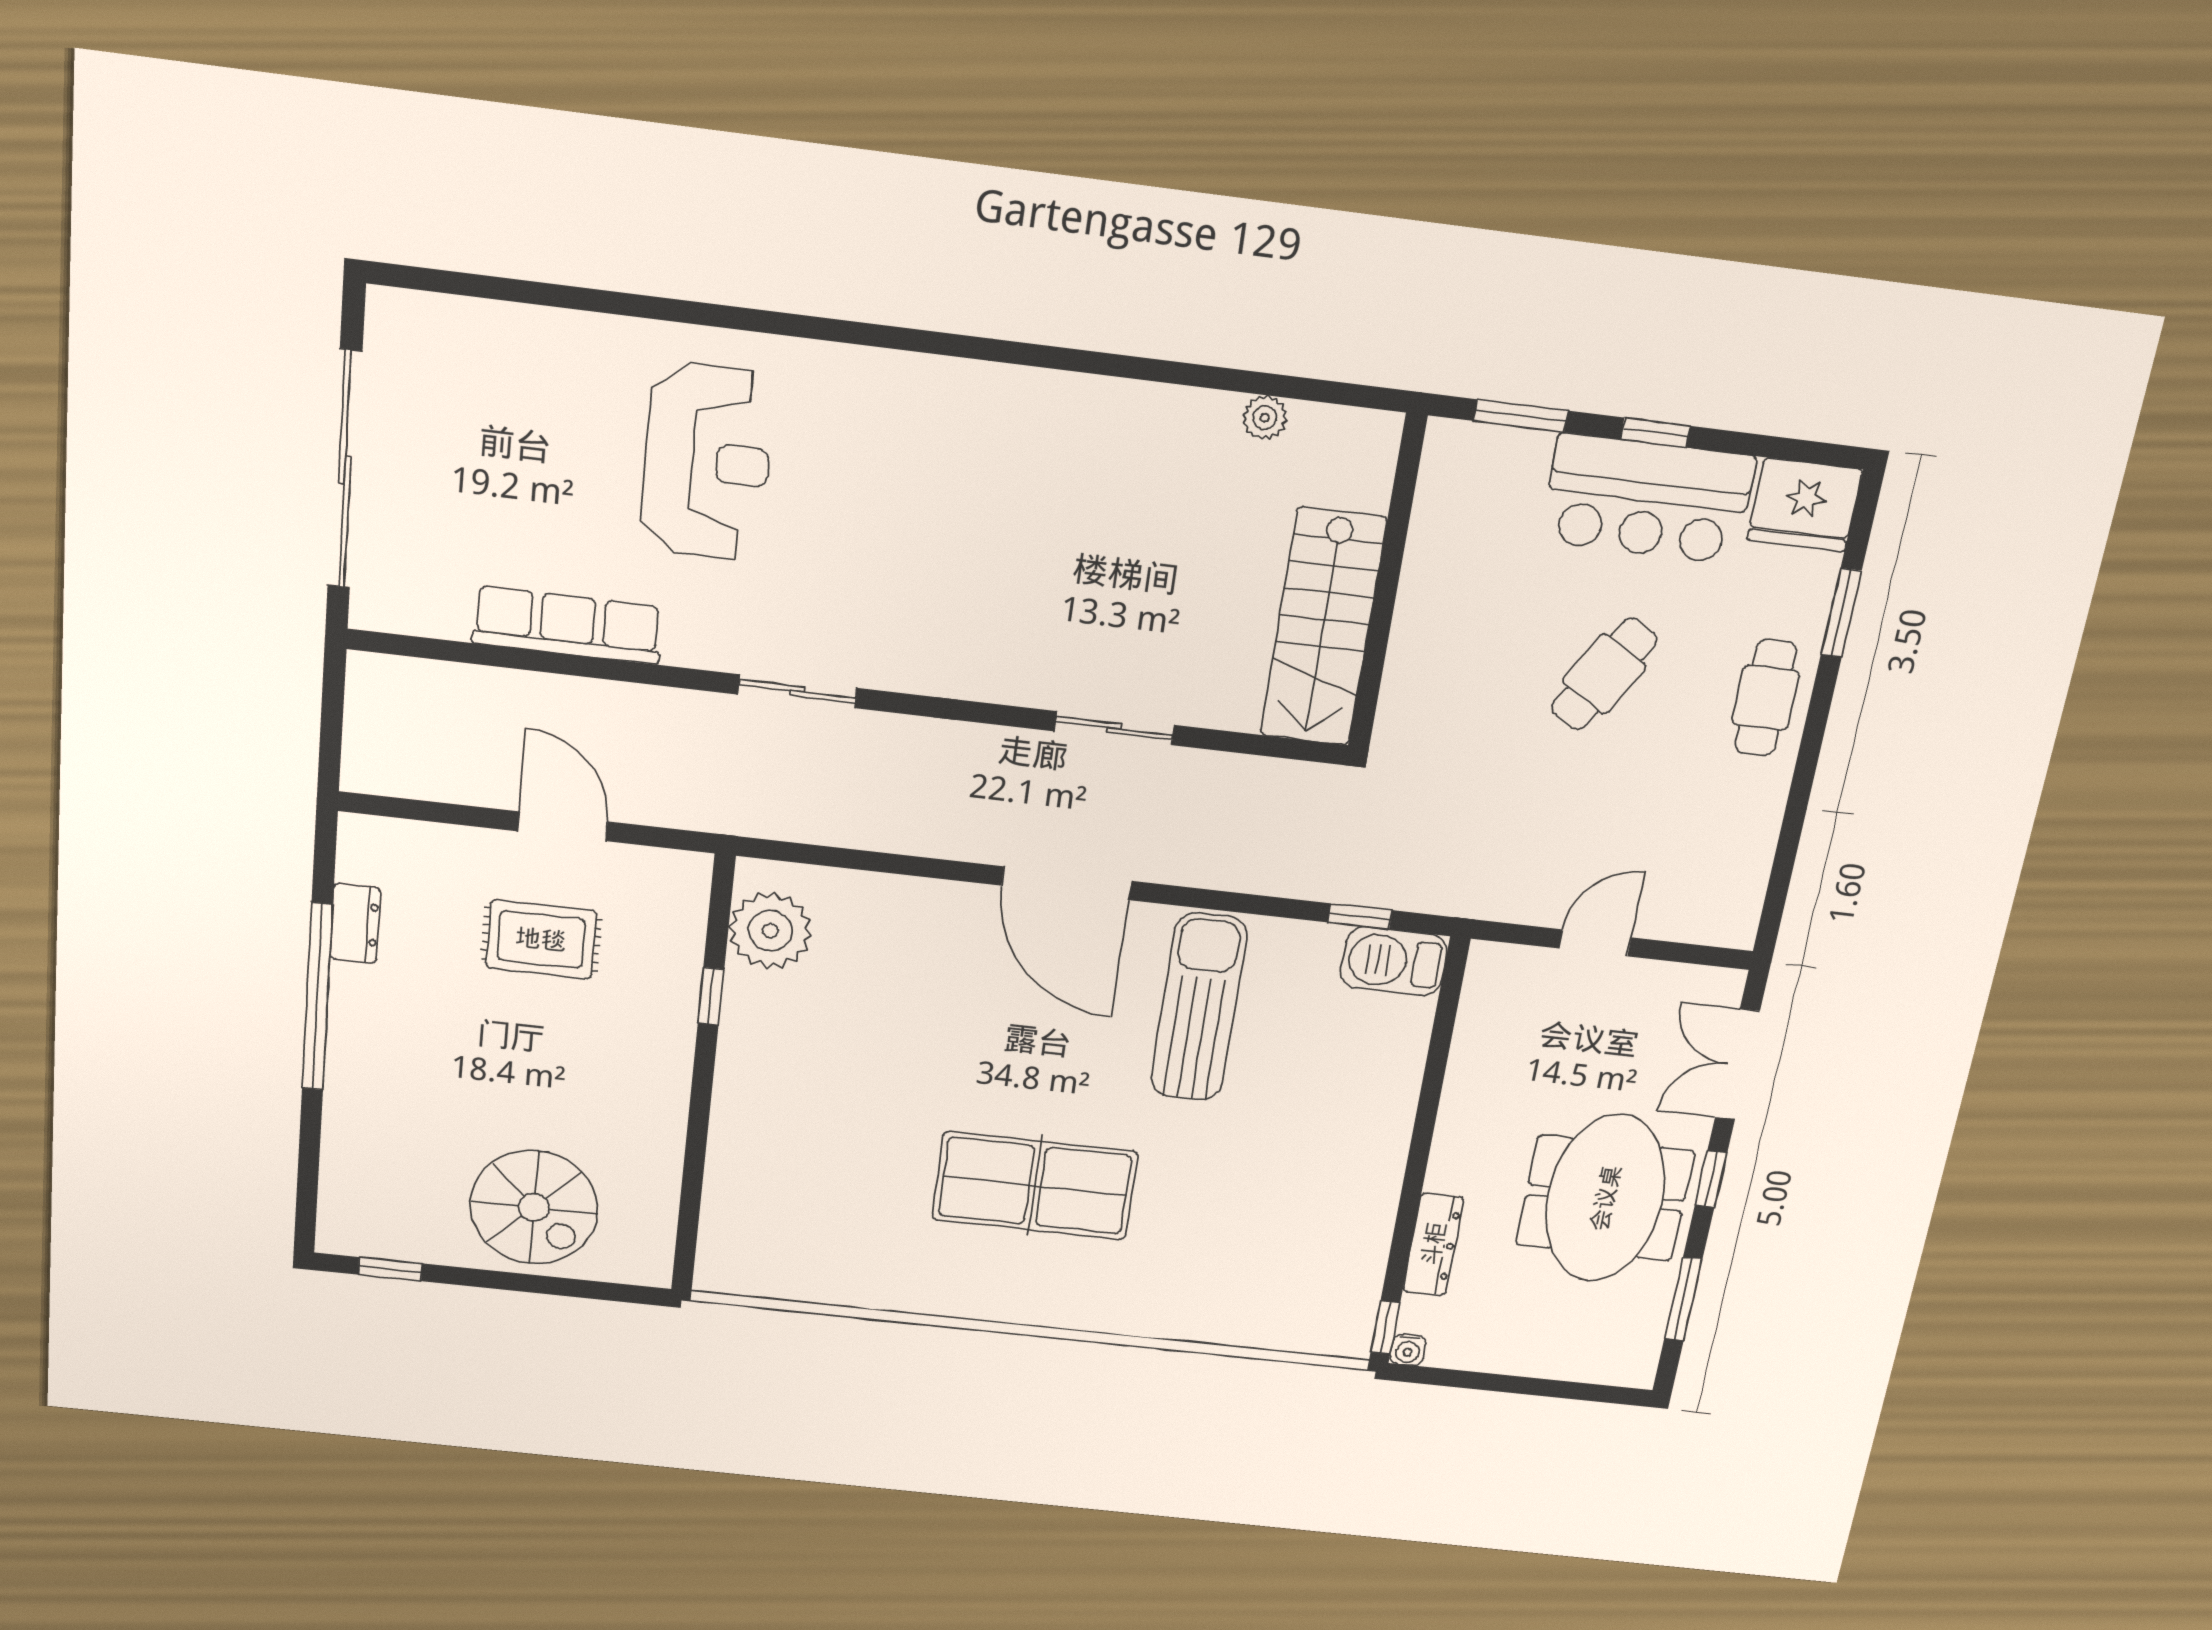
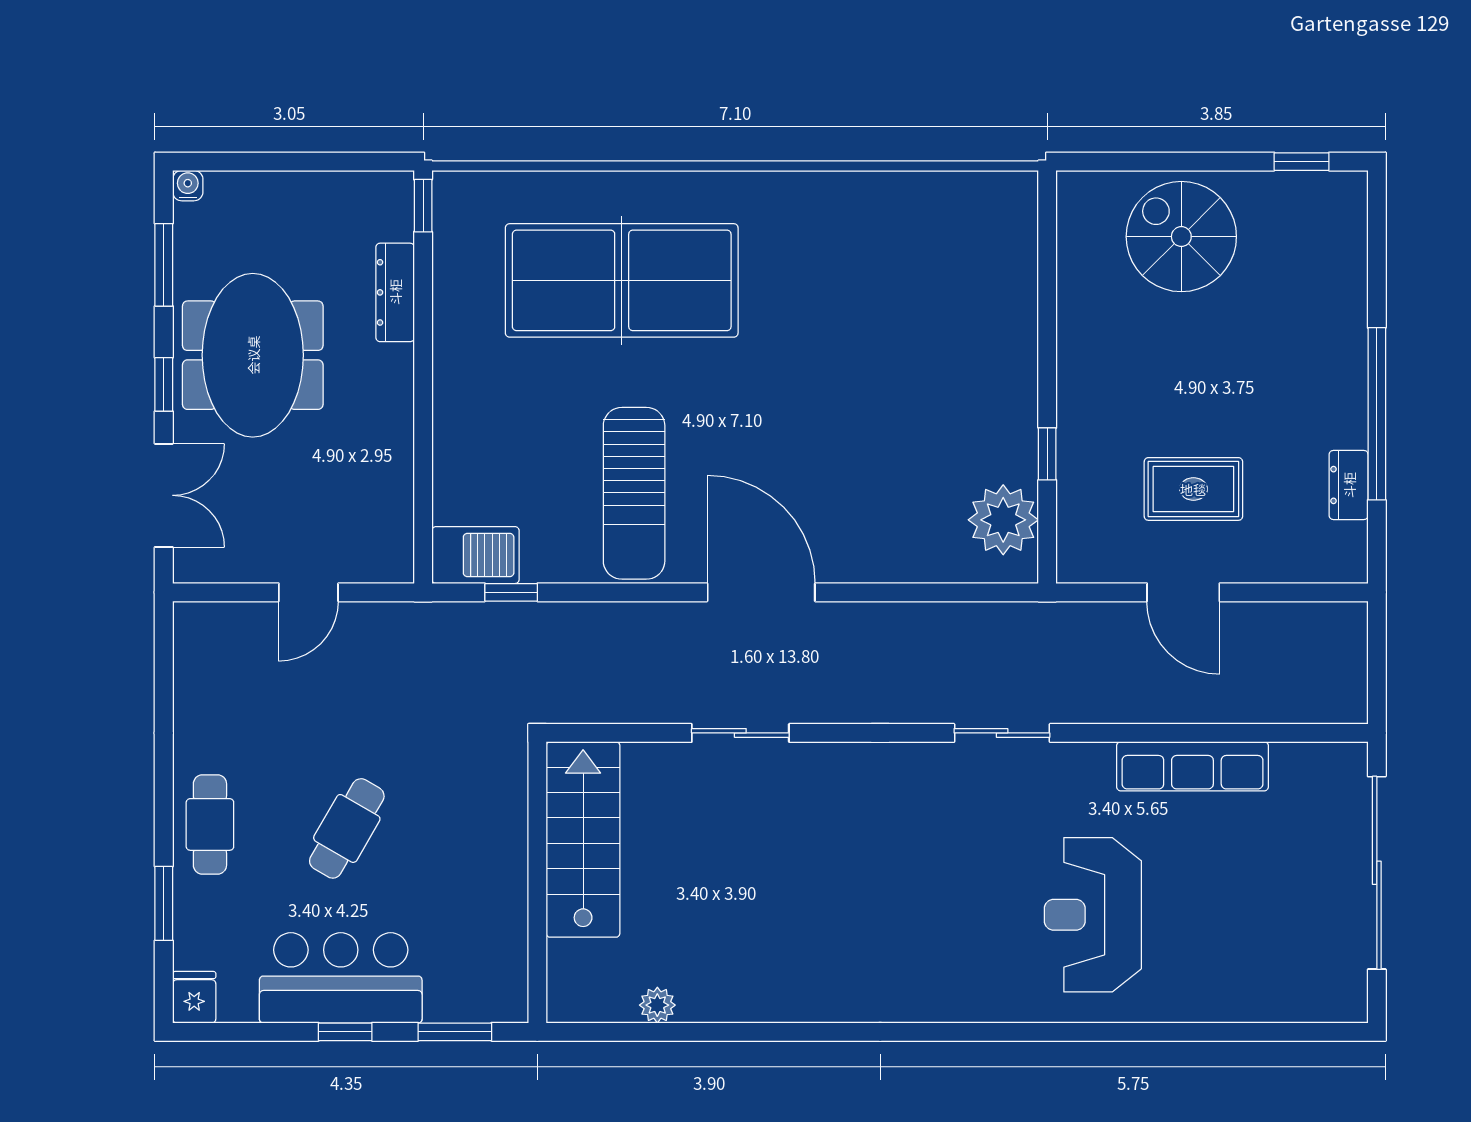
fridge: (1805, 505) -> (194, 997), width x0.53, depth x0.75
table tennis table: (1035, 1186) -> (622, 280), moved, width x1.36, depth x1.32
water cooler: (1408, 1350) -> (188, 186), moved

